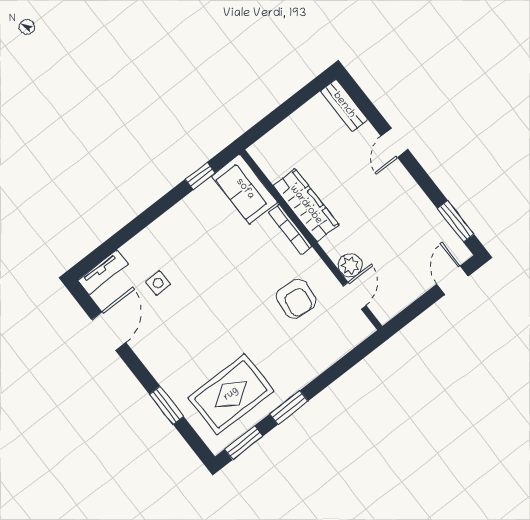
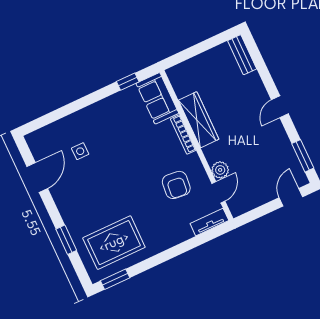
door: (394, 143) -> (280, 107), moved
tv unit: (103, 272) -> (209, 222), moved, turned 180
window: (289, 408) -> (153, 261), removed

